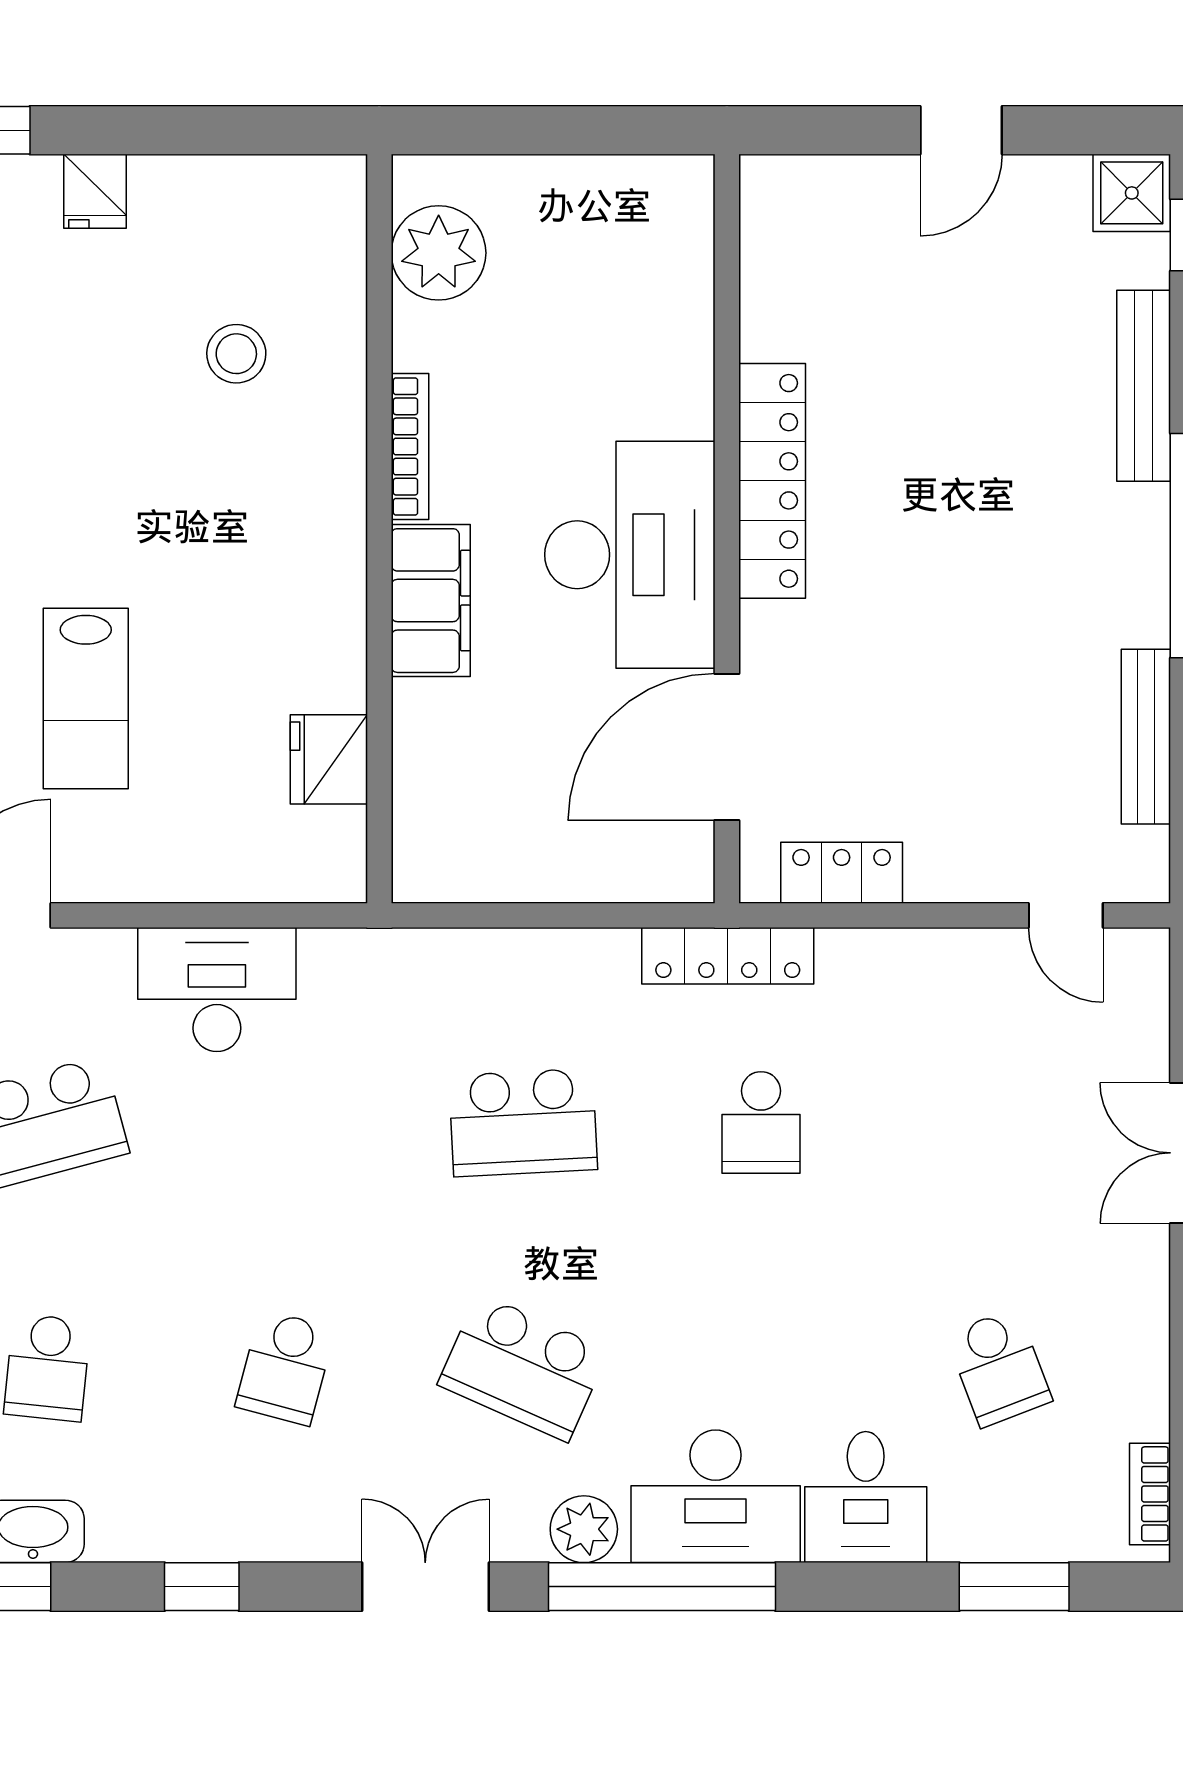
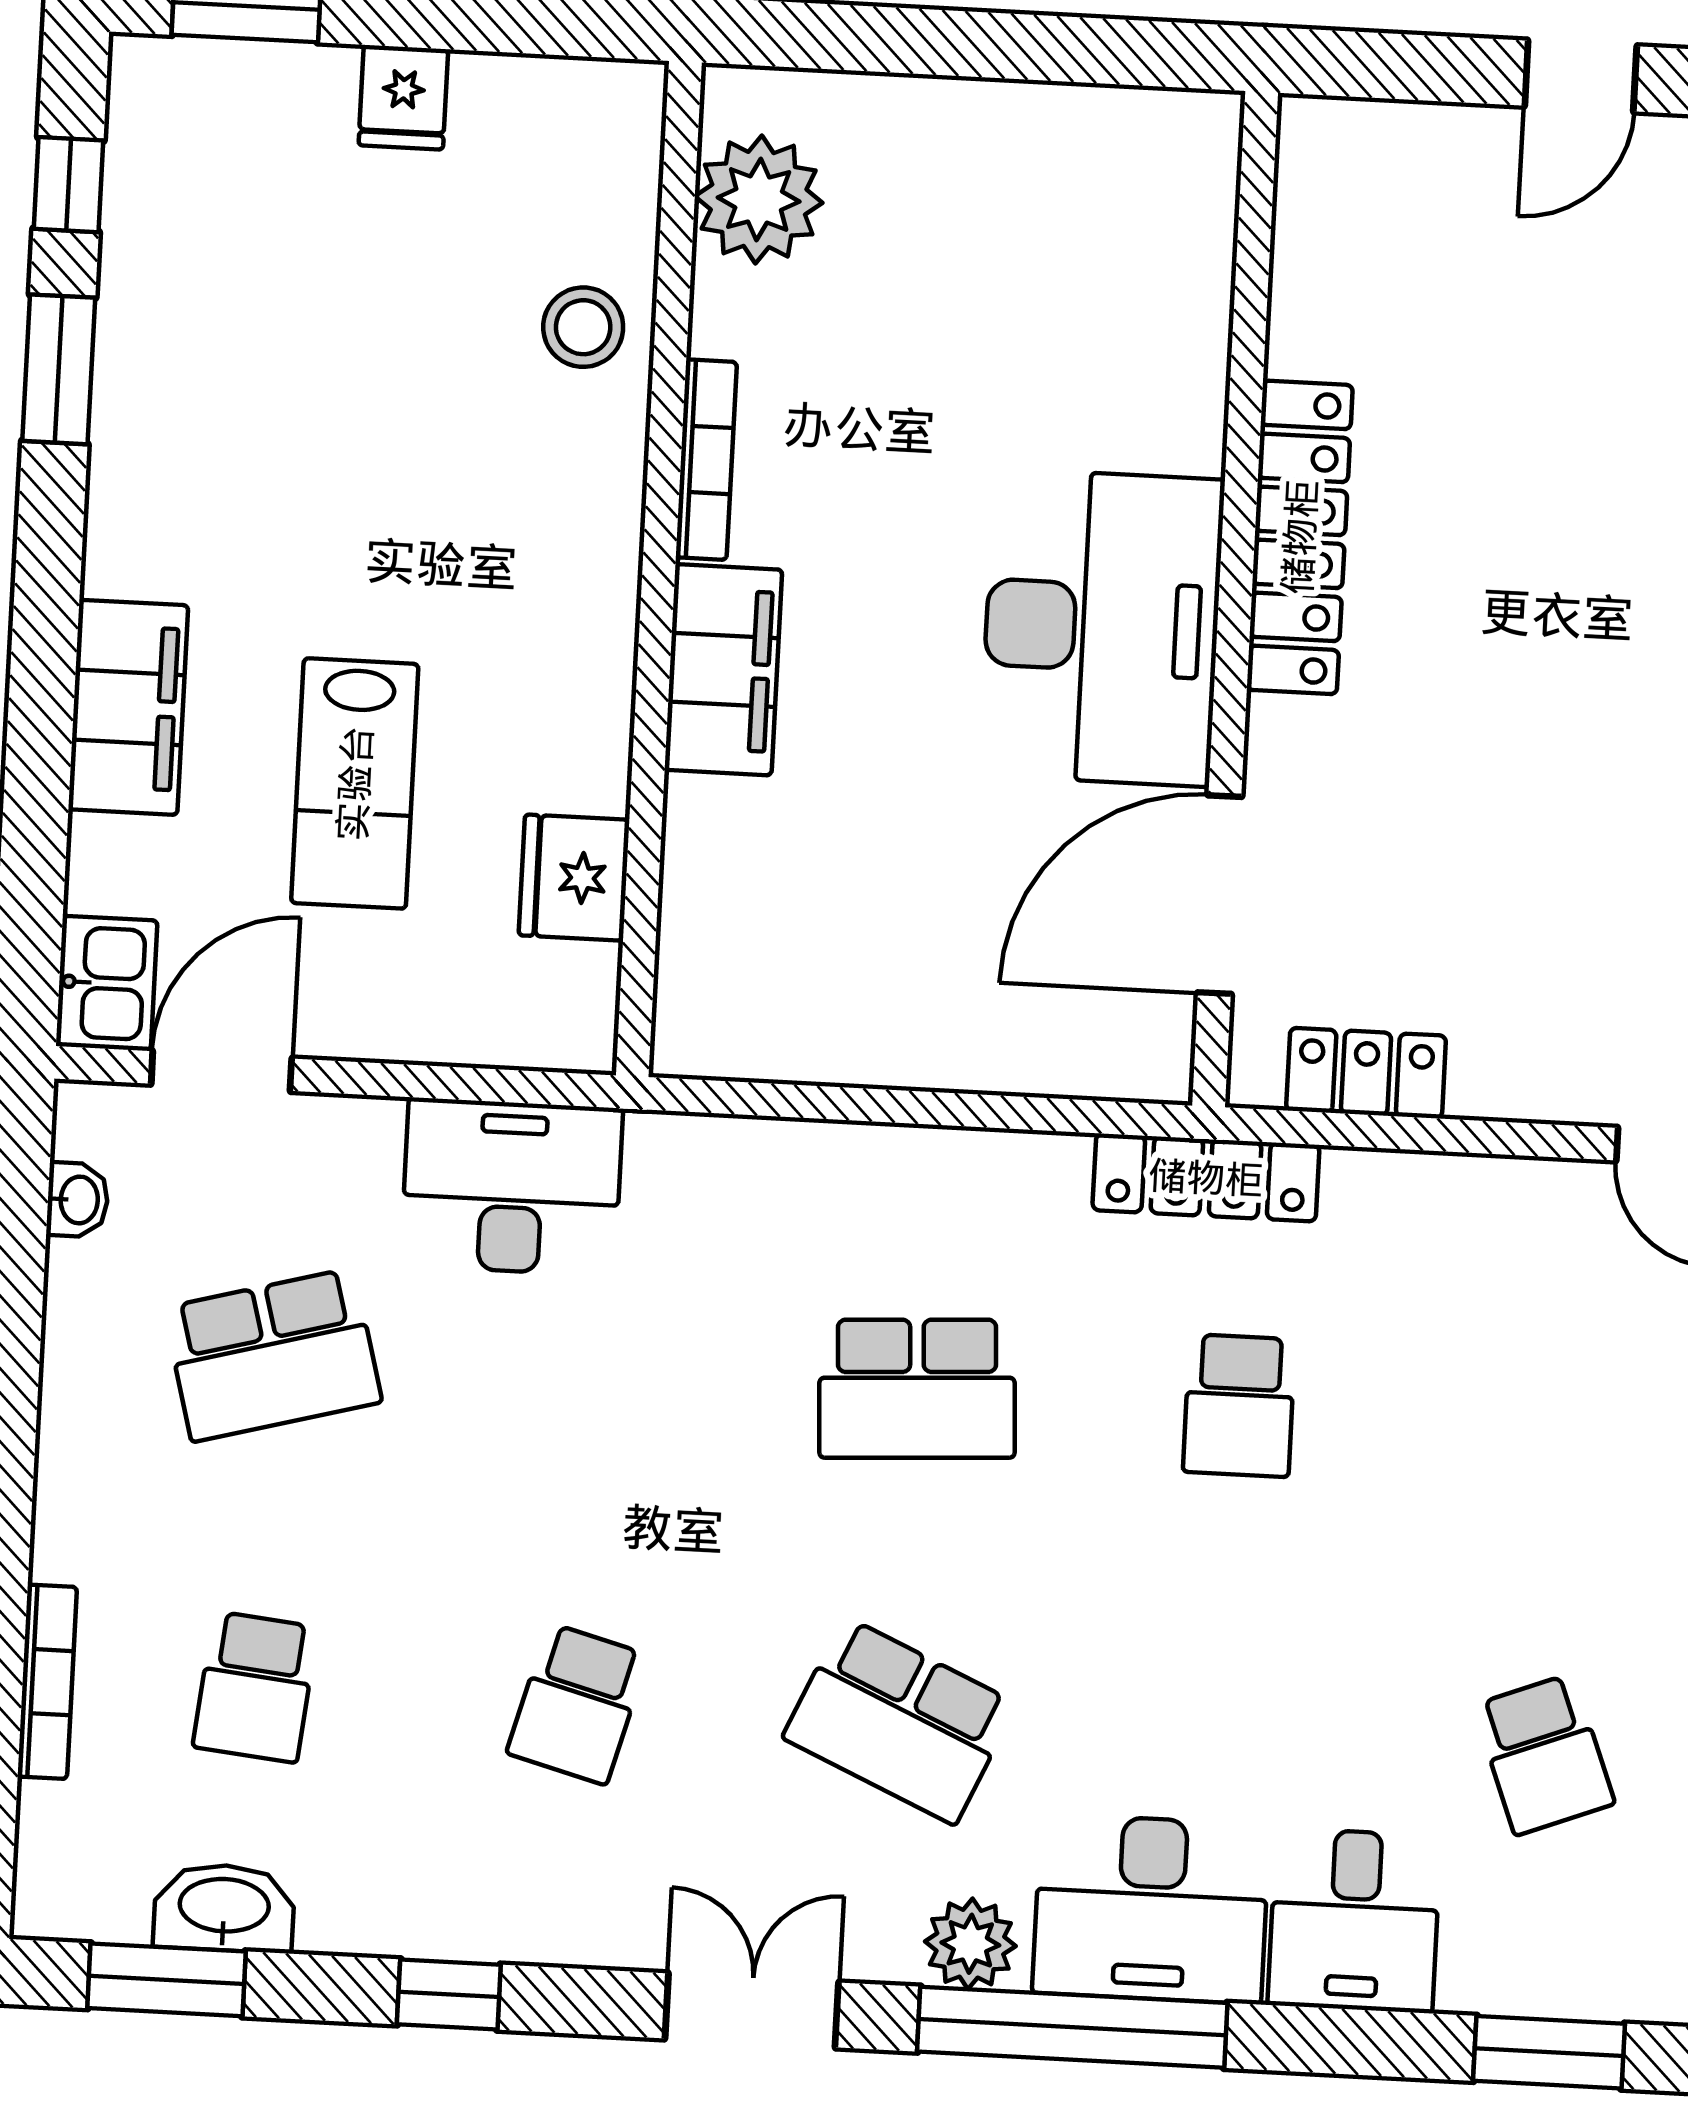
plant: (439, 253) -> (759, 200), moved
bookcase: (410, 446) -> (706, 460), moved
wall: (379, 529) -> (659, 569), moved
filing cabinet: (431, 601) -> (723, 670), moved
fridge: (329, 759) -> (574, 878), moved

